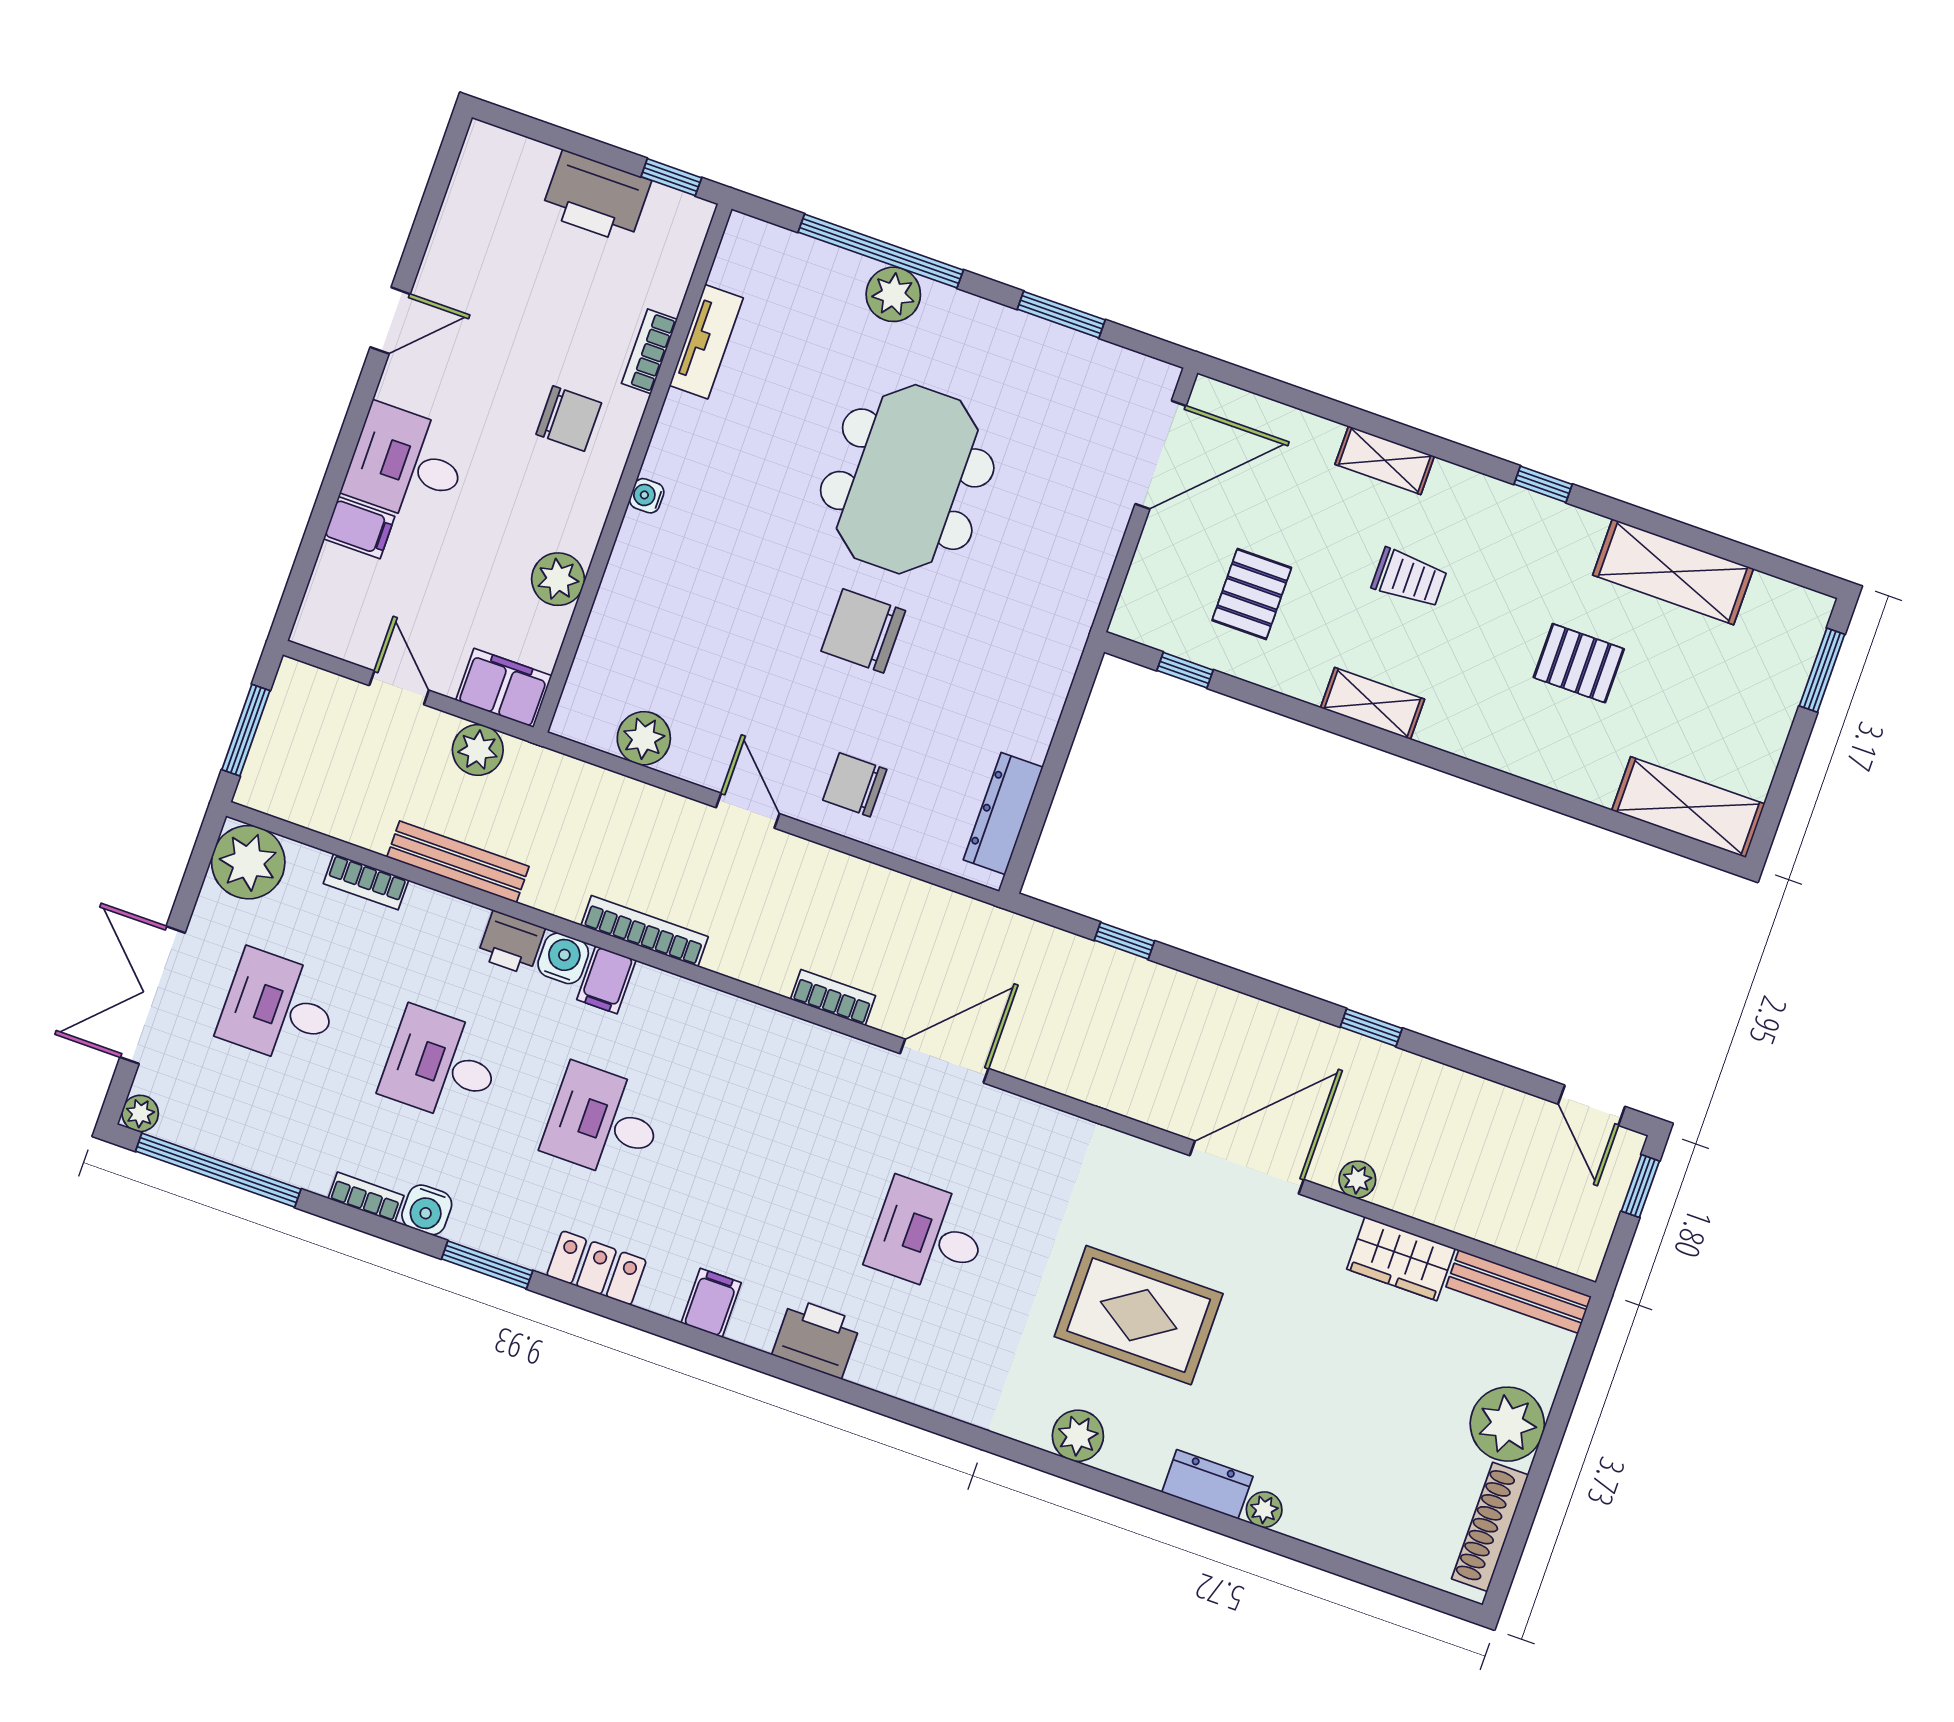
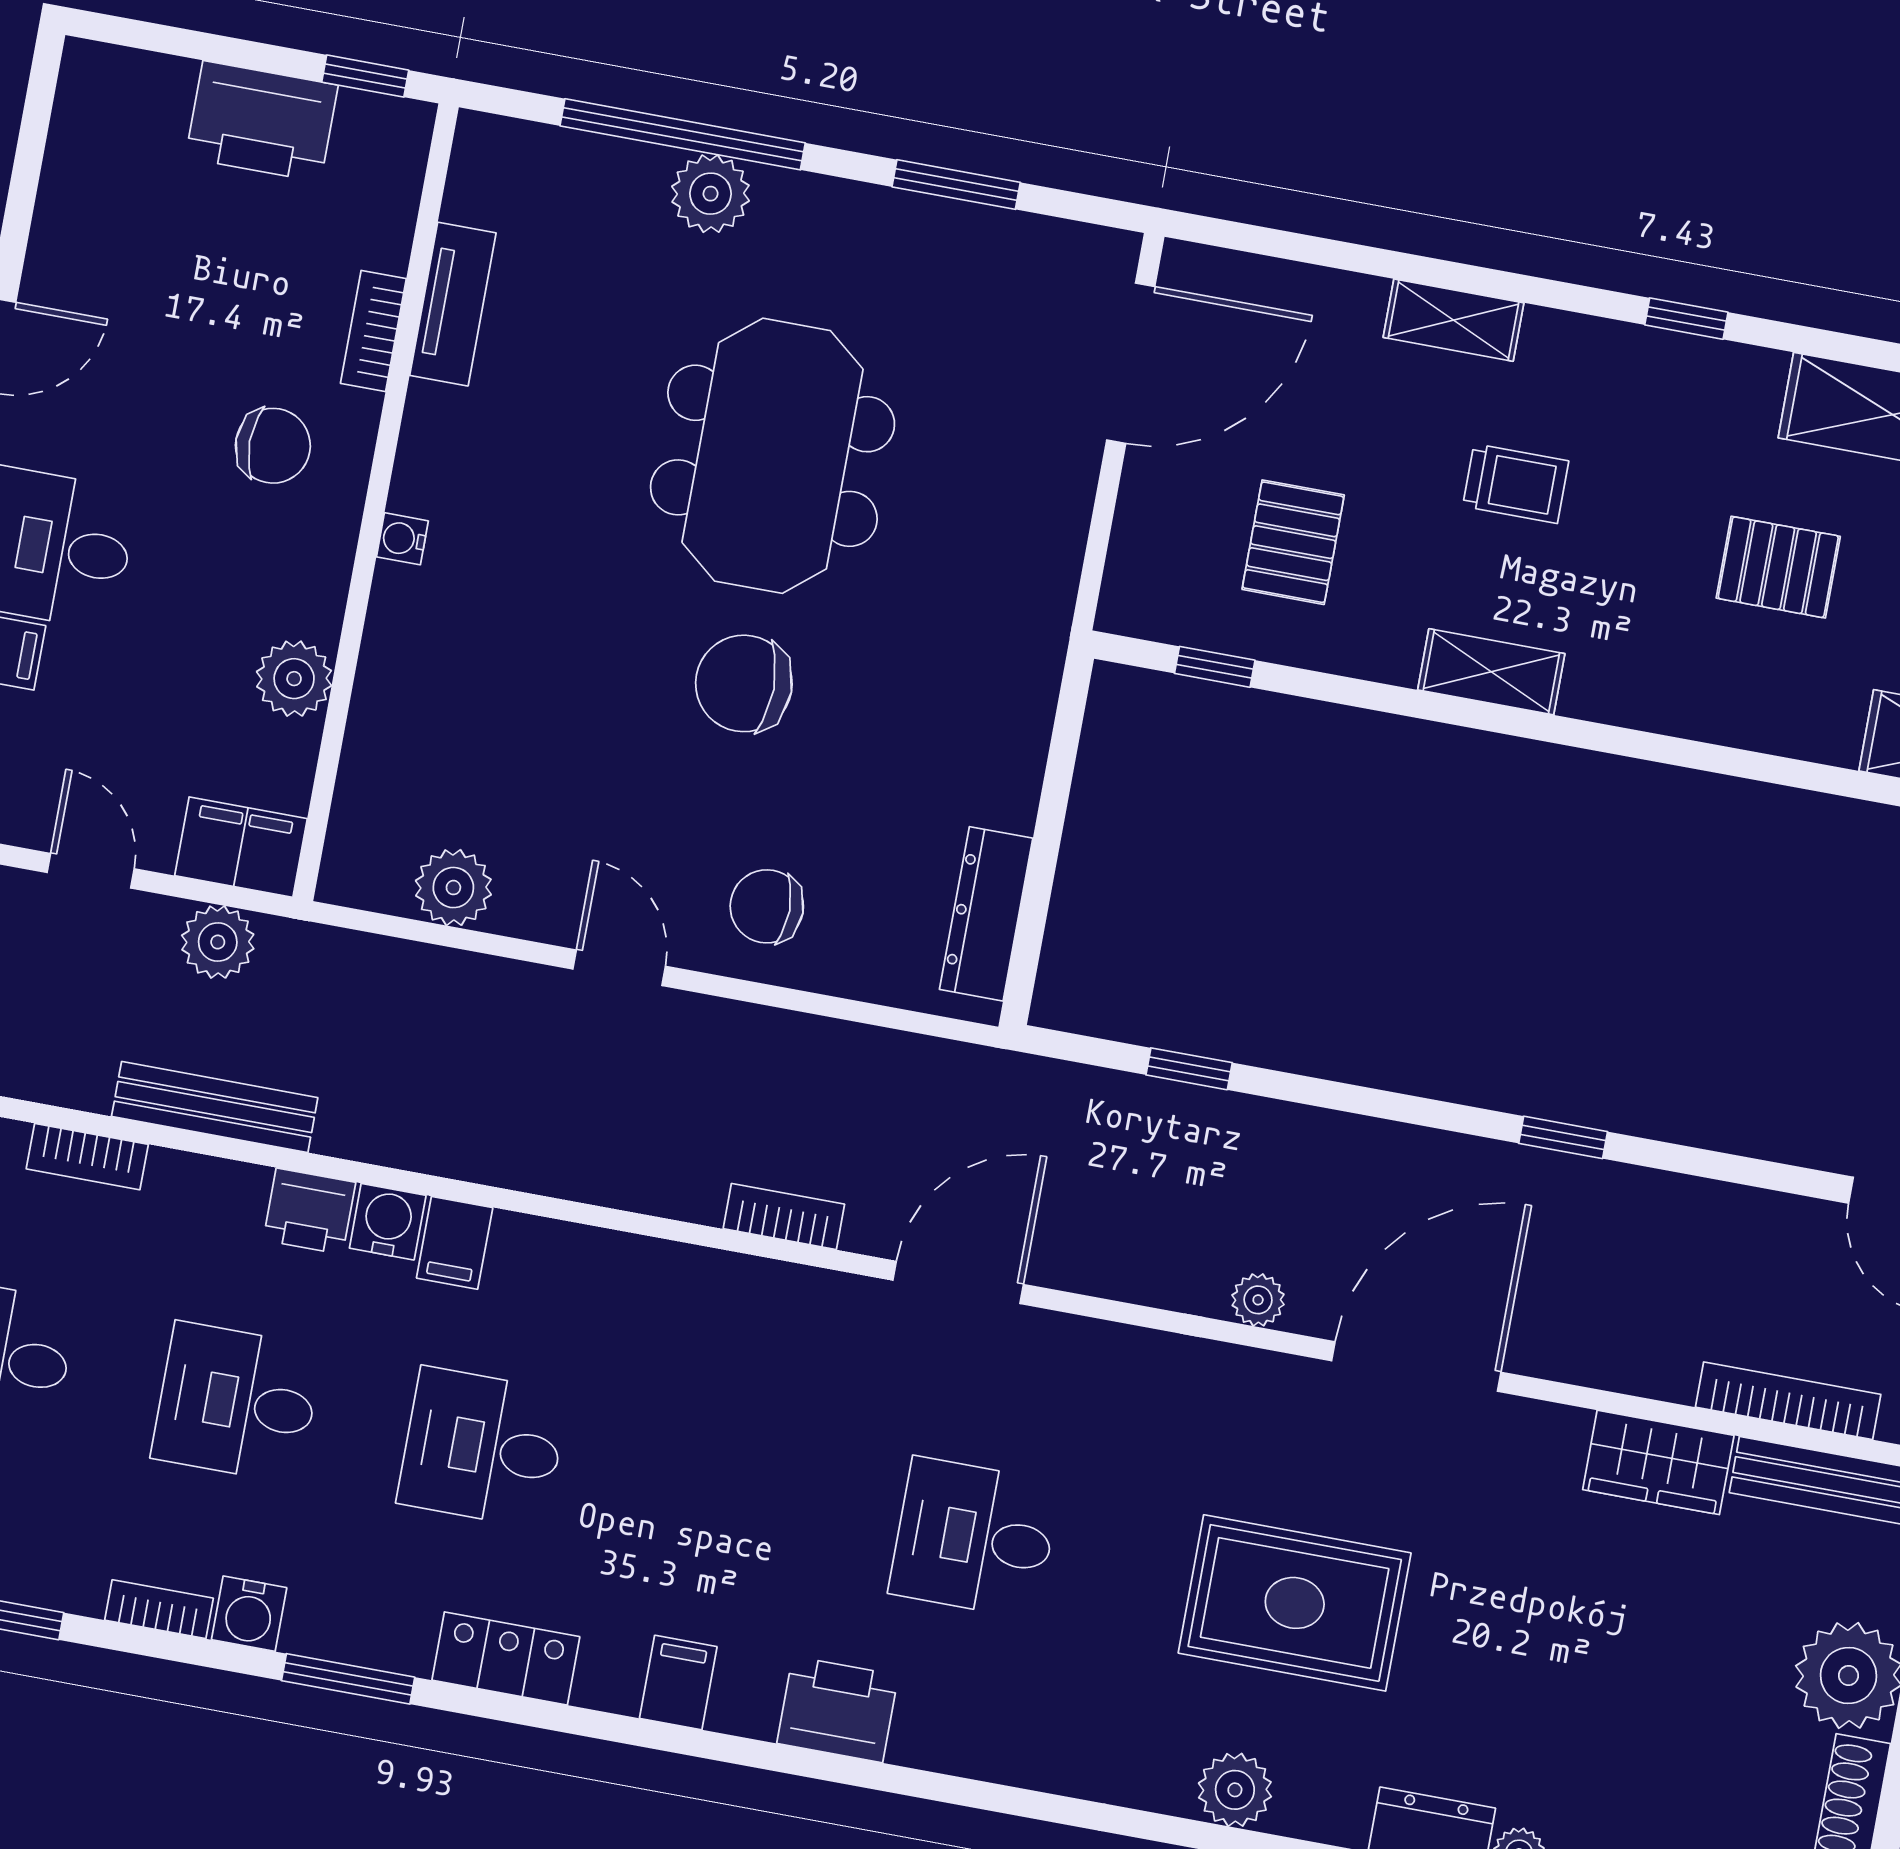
bookcase: (645, 931) -> (1788, 1401), moved
plant: (1357, 1179) -> (1258, 1300), moved

